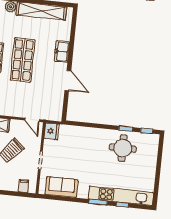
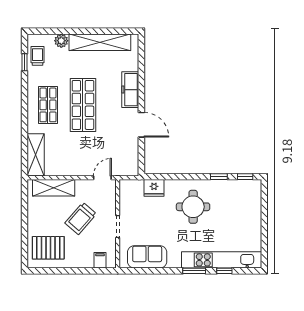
freezer: (62, 52) -> (130, 90), width x1.40
door: (32, 120) -> (102, 178), swing flipped
fridge: (52, 131) -> (154, 188), moved, turned 90
round table: (123, 148) -> (193, 207), moved

